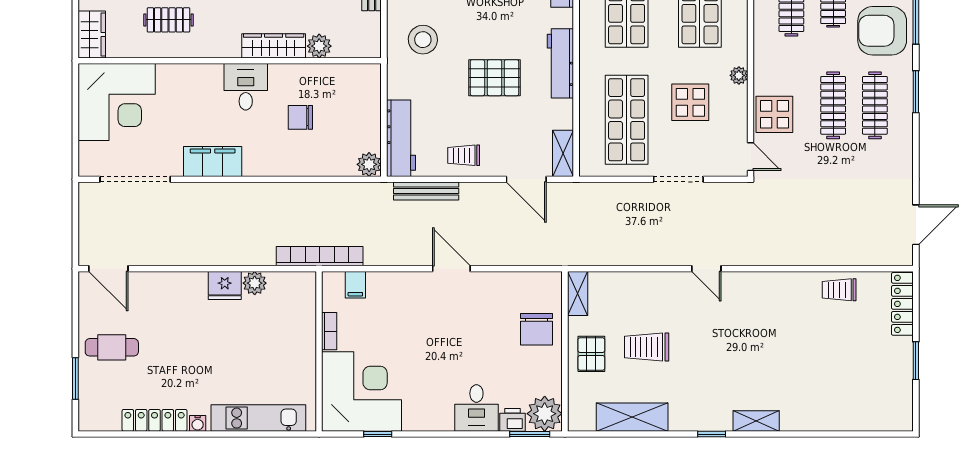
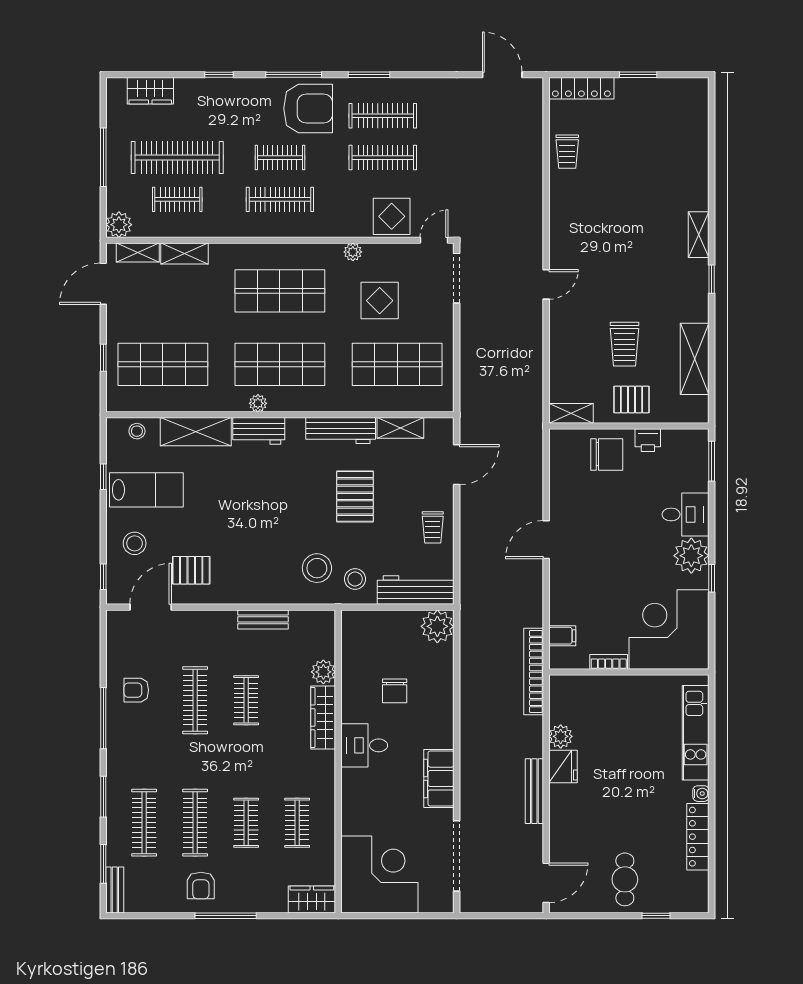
armchair: (882, 31) -> (308, 108), turned -90
stool: (412, 78) -> (355, 579), added
shelving: (563, 153) -> (400, 428), moved
plant: (369, 164) -> (437, 626), width x1.36, depth x1.36
doorway: (678, 179) -> (457, 278), moved
bench: (426, 191) -> (534, 791), moved
window: (75, 378) -> (656, 916), width x0.67
plant: (545, 414) -> (691, 556), moved
printer: (513, 420) -> (648, 440), moved, turned -90
window: (378, 434) -> (712, 578), moved

